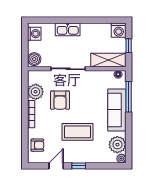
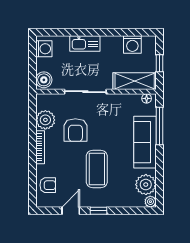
washing machine: (119, 30) -> (132, 44), moved
coffee table: (77, 132) -> (97, 169), turned 90

